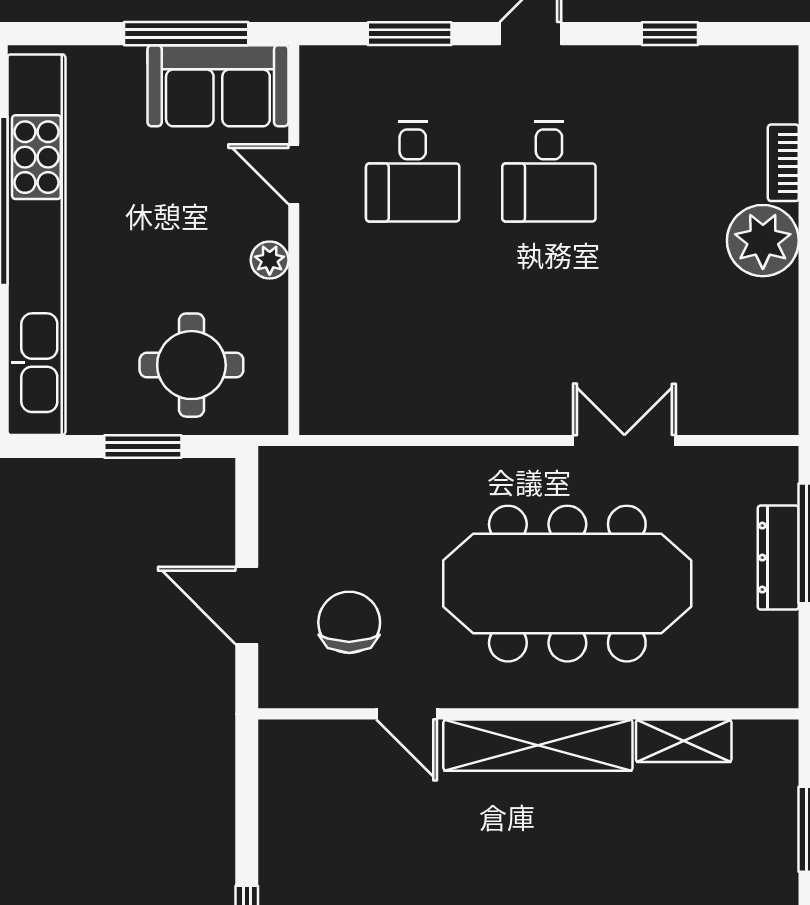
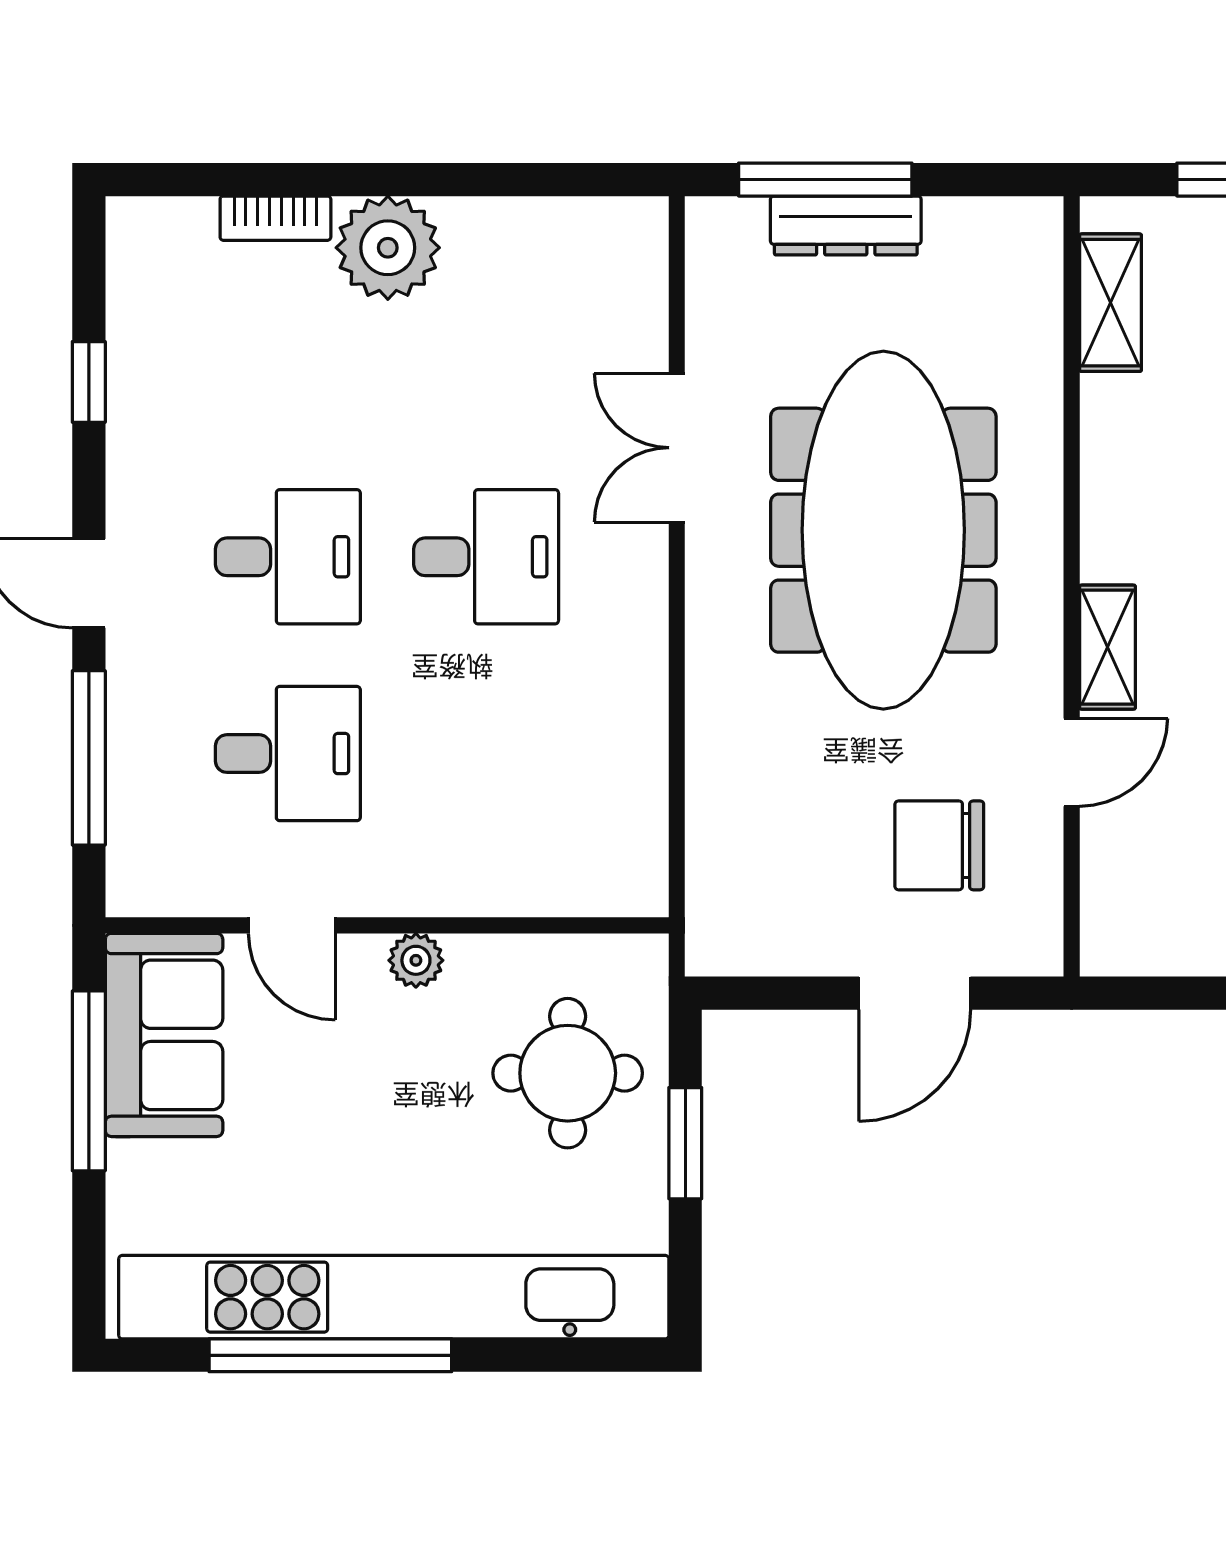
window: (410, 34) -> (89, 758), width x1.44
door: (294, 174) -> (292, 925), hinge flipped
desk: (549, 309) -> (486, 557), added
shelving: (684, 741) -> (1110, 303), moved
shelving: (538, 745) -> (1107, 647), width x0.45, depth x0.75

